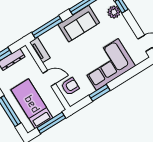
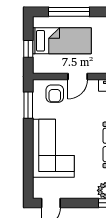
window: (100, 93) -> (28, 105), moved
window: (51, 123) -> (28, 49), width x0.46

